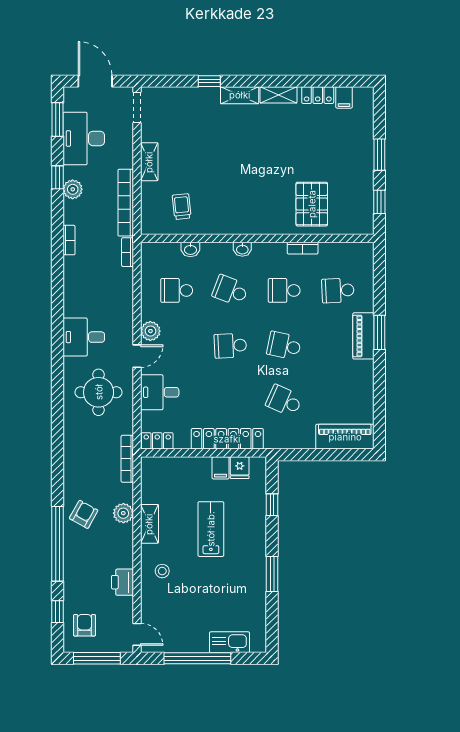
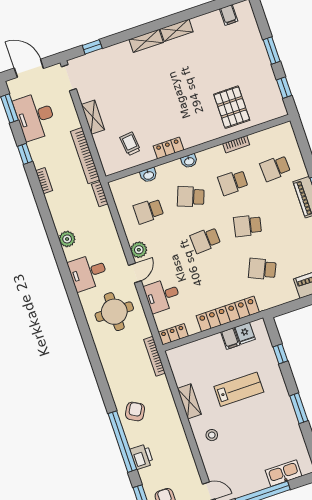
window: (209, 81) -> (92, 47), moved
locker: (318, 95) -> (168, 148), moved, turned 180
plant: (73, 189) -> (67, 239), moved
bookcase: (69, 240) -> (44, 181), moved
plant: (123, 513) -> (166, 400), removed
lab bench: (211, 529) -> (239, 389), turned 90
printer: (122, 582) -> (142, 457), moved, turned 180

